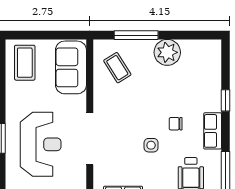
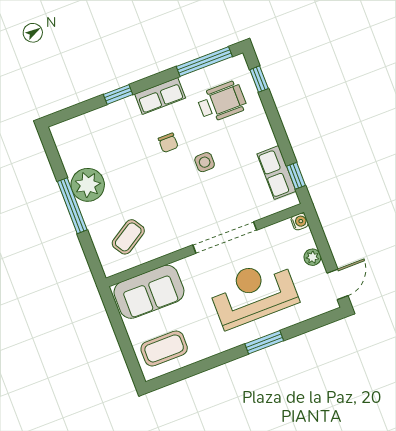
window: (136, 35) -> (72, 206), moved

